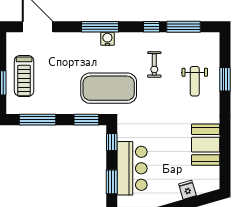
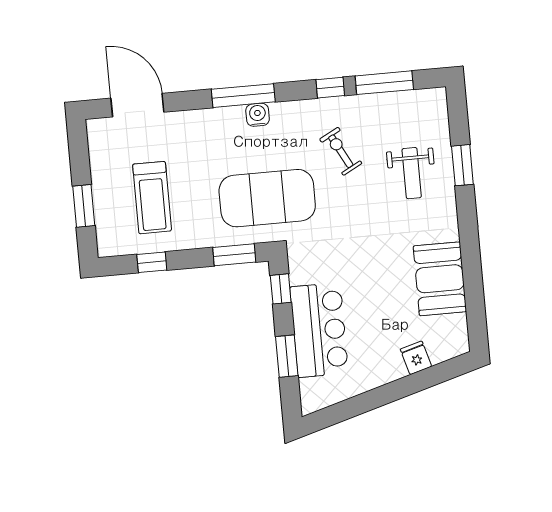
exercise bike: (154, 65) -> (341, 151), turned 152
treadmill: (24, 76) -> (152, 198), moved
window: (37, 120) -> (152, 262), width x0.46

